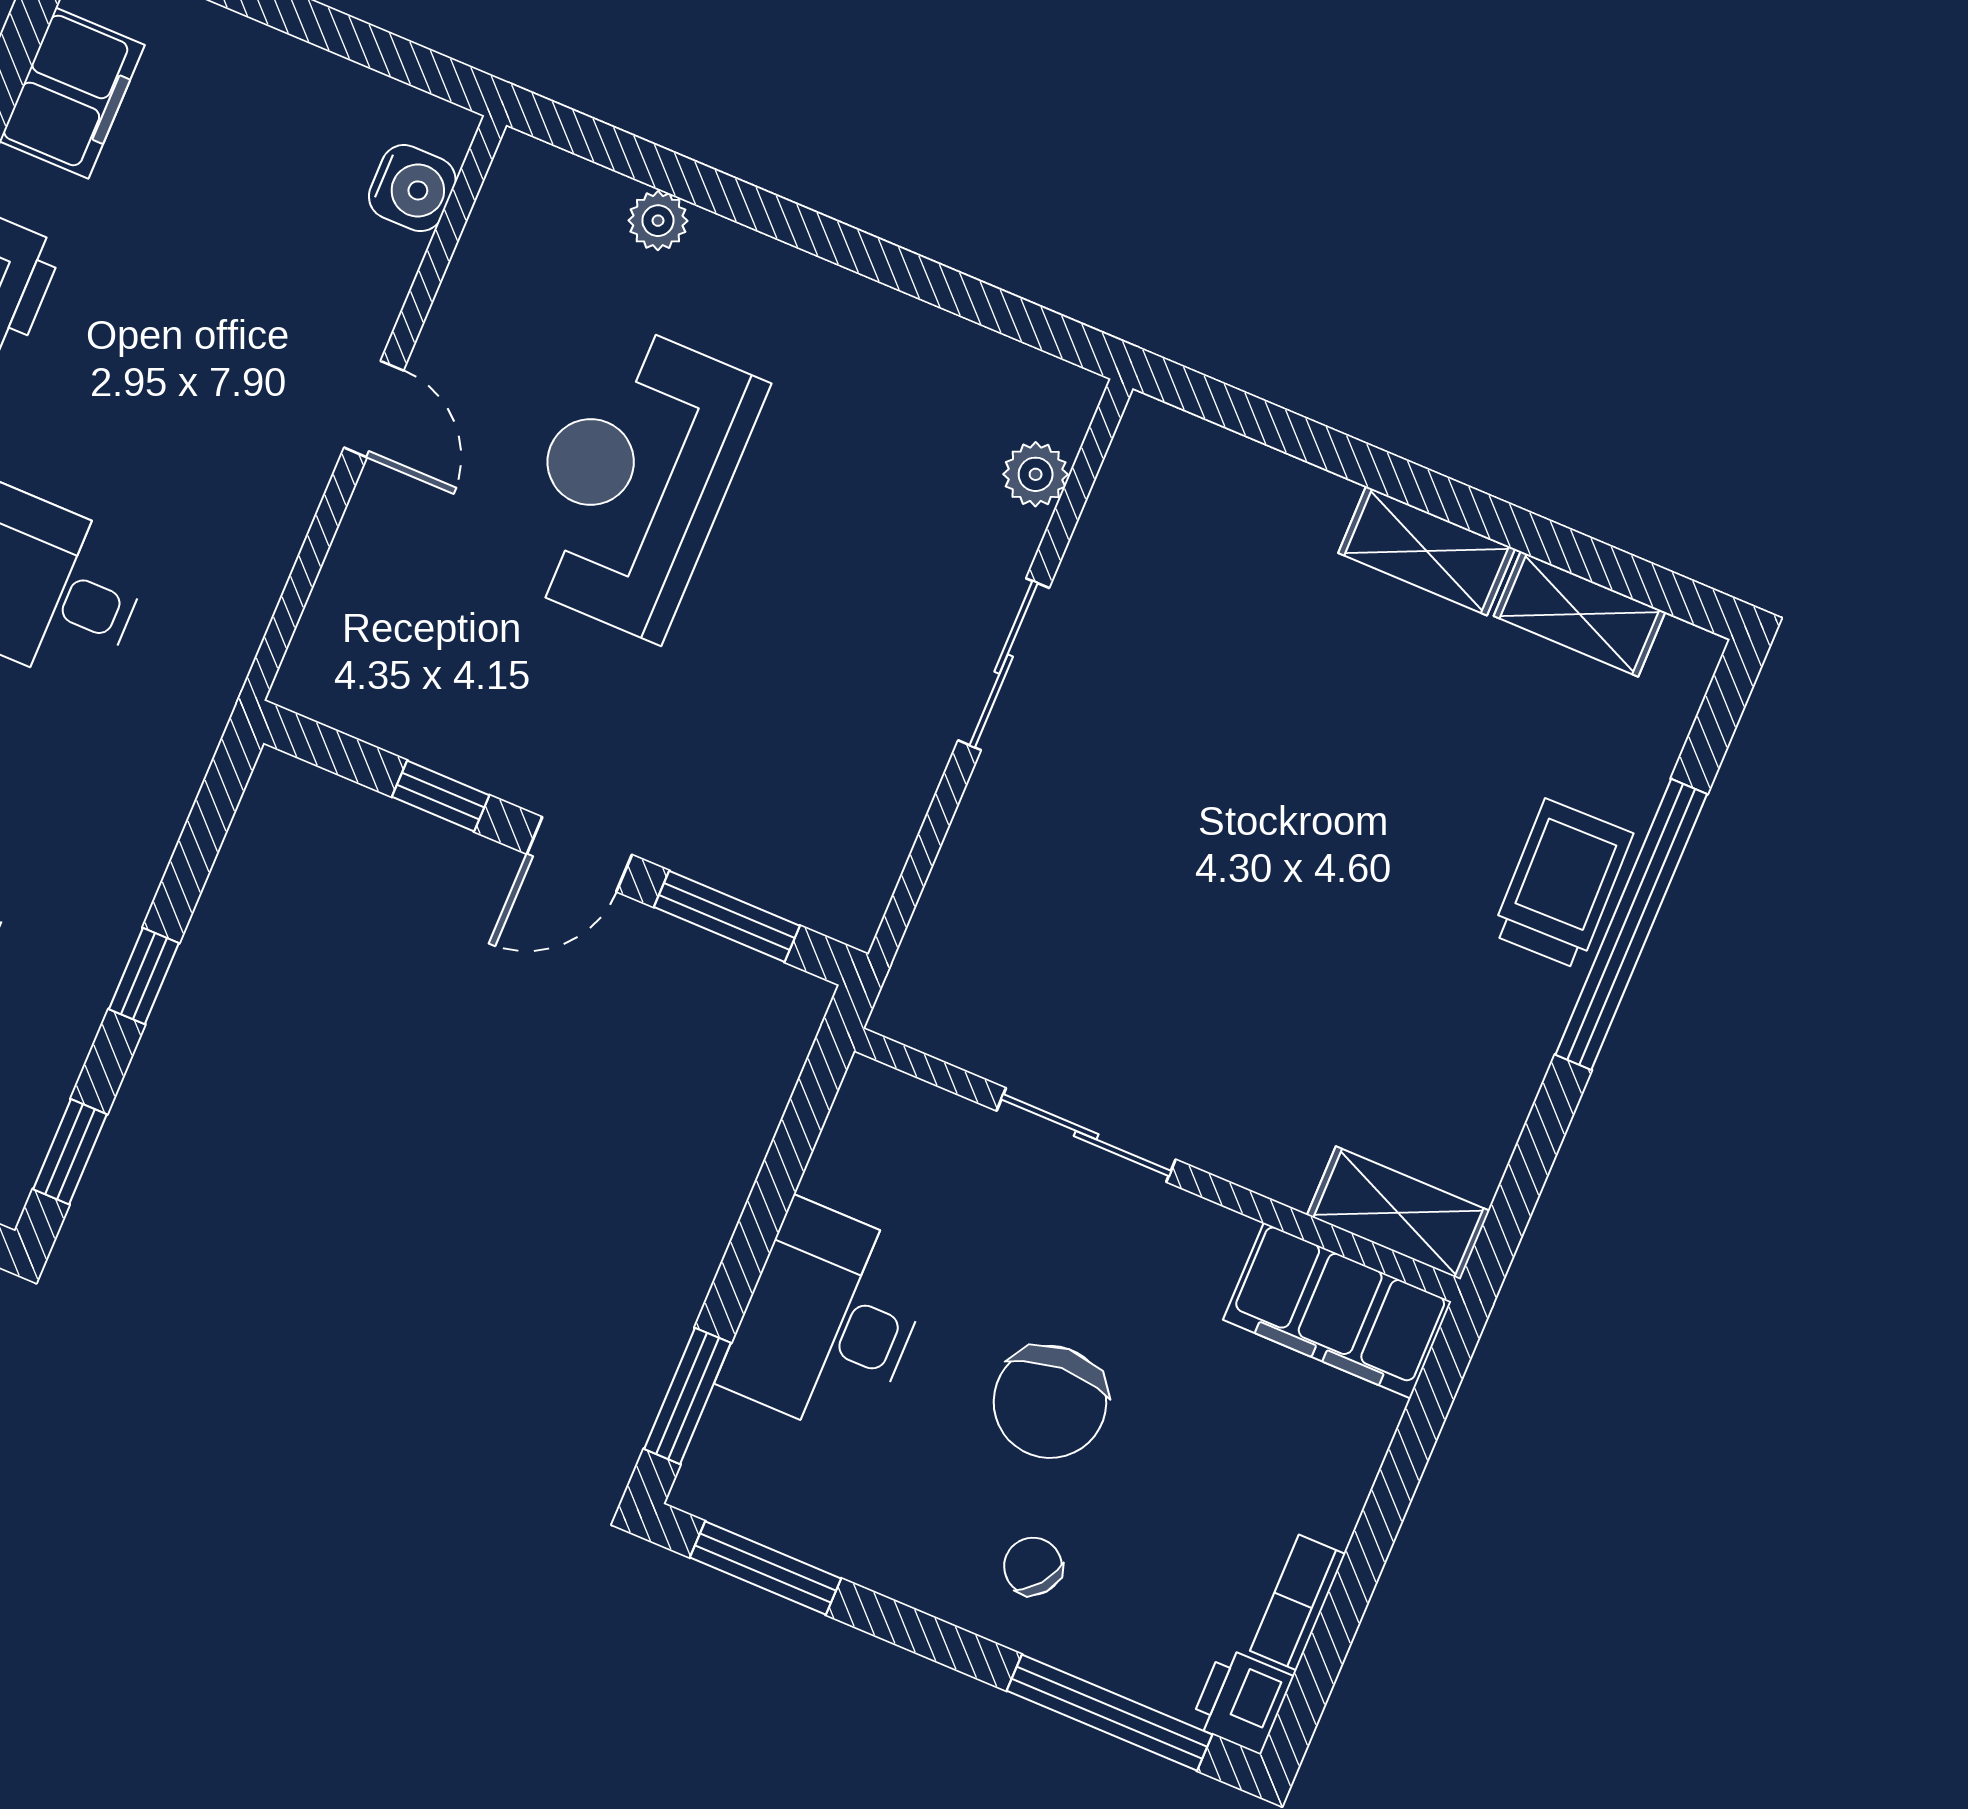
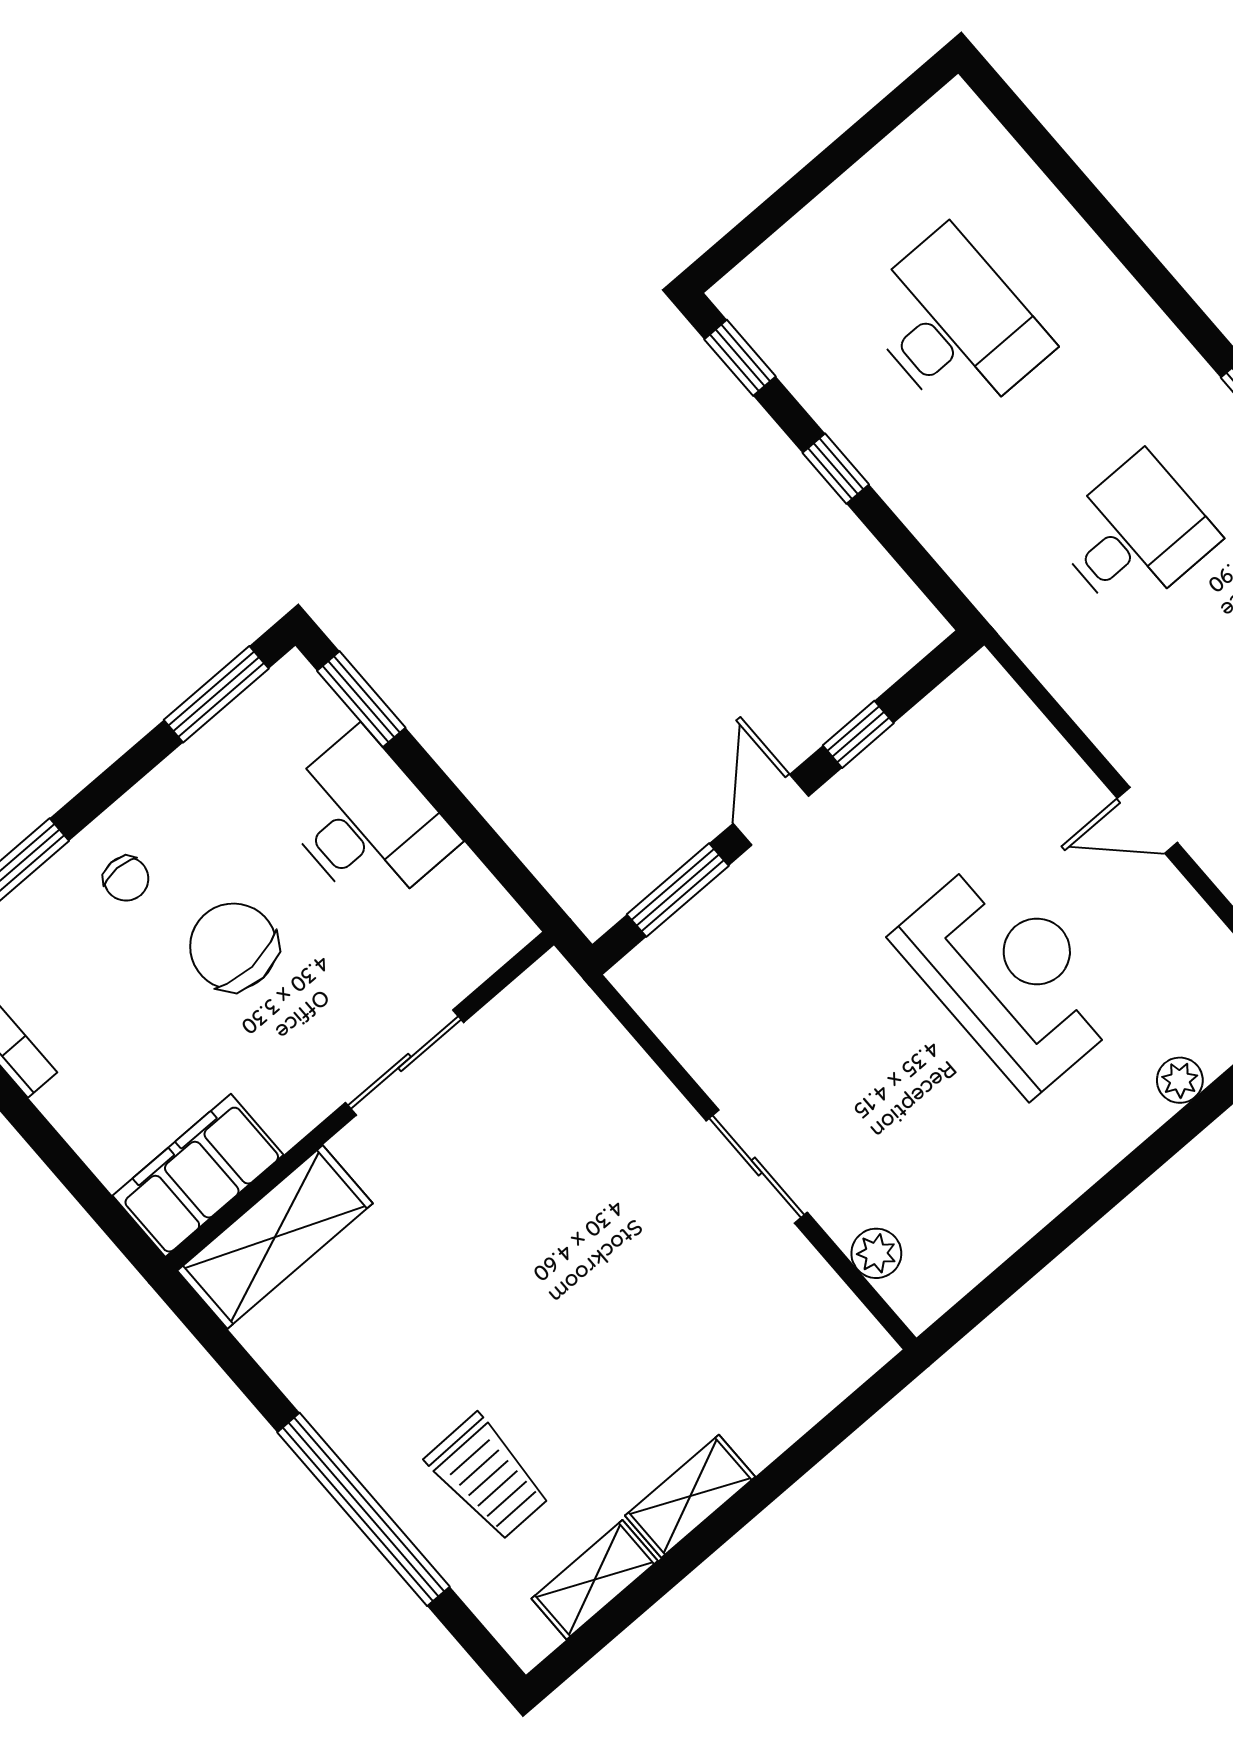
trolley: (1562, 884) -> (488, 1477), moved
shelving: (1398, 1213) -> (275, 1237), width x1.50, depth x1.33
chair: (1033, 1566) -> (126, 879), turned 52

